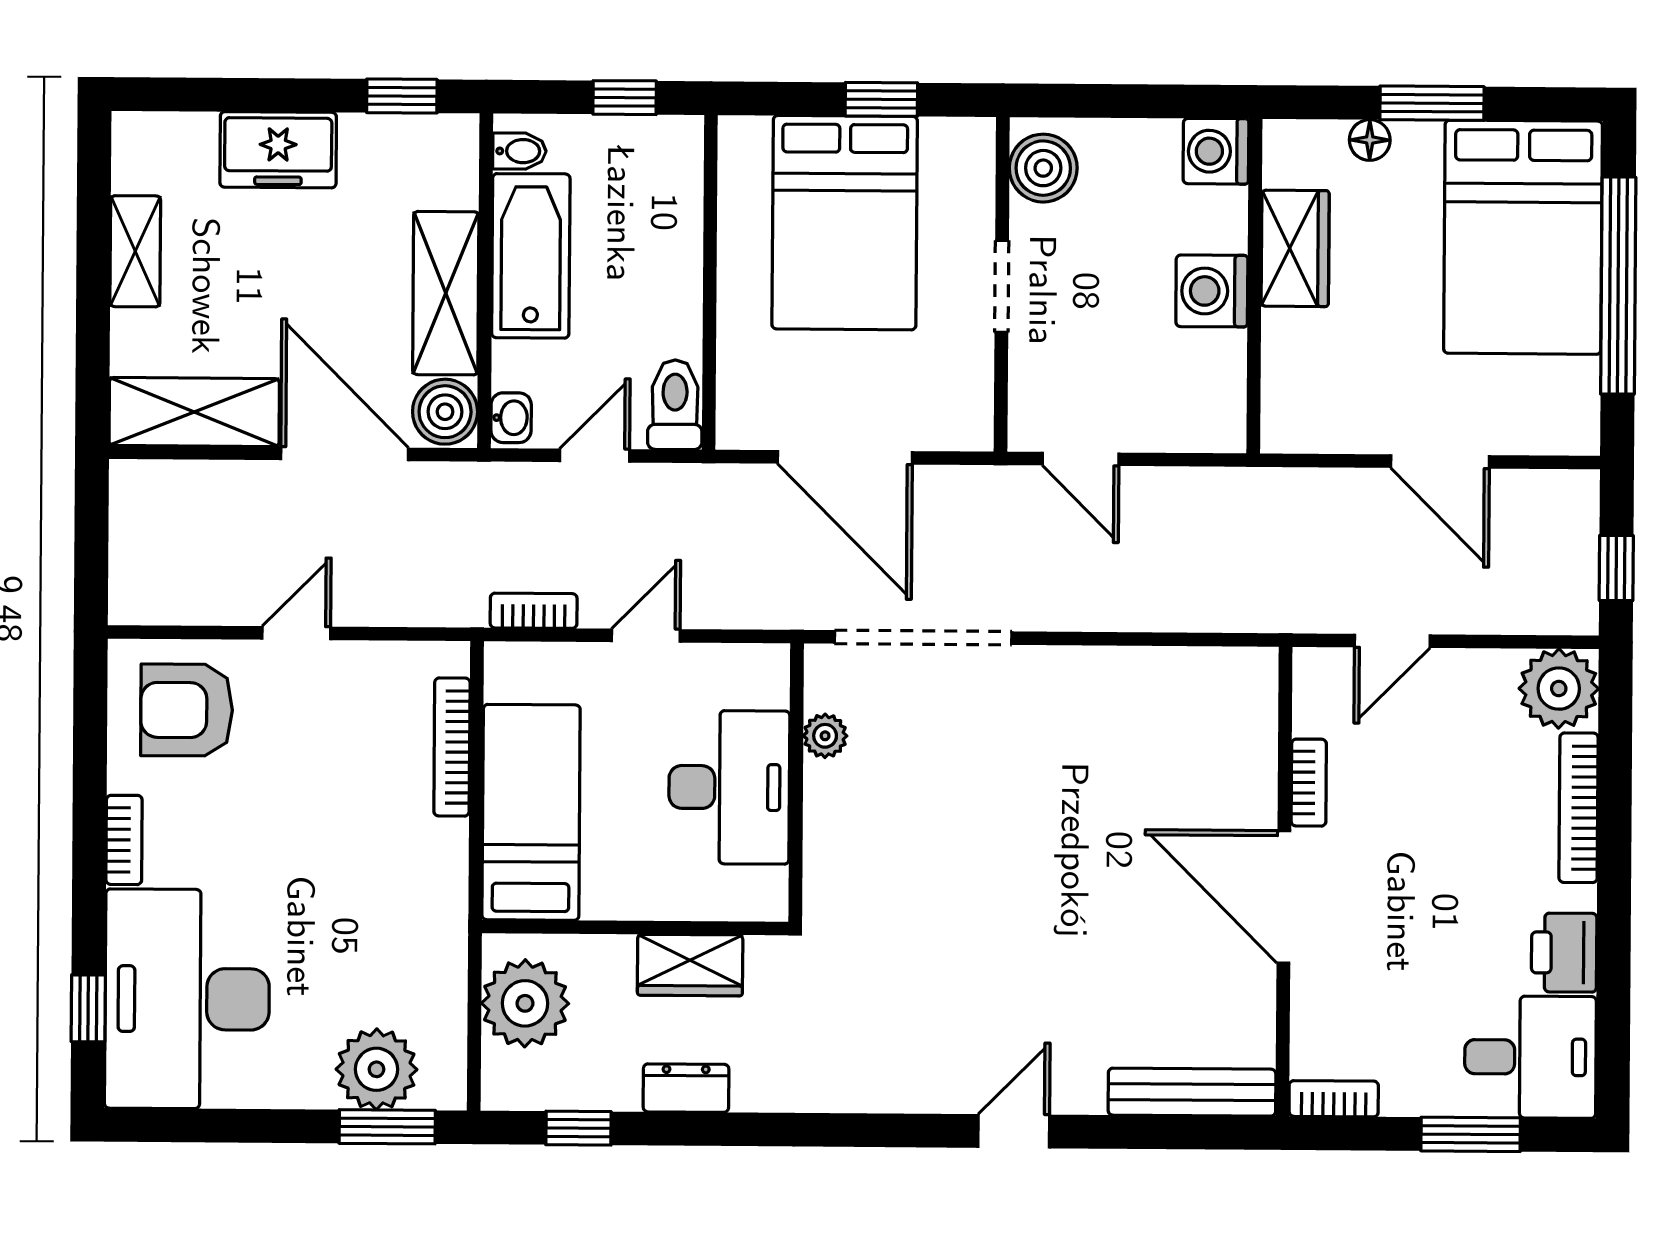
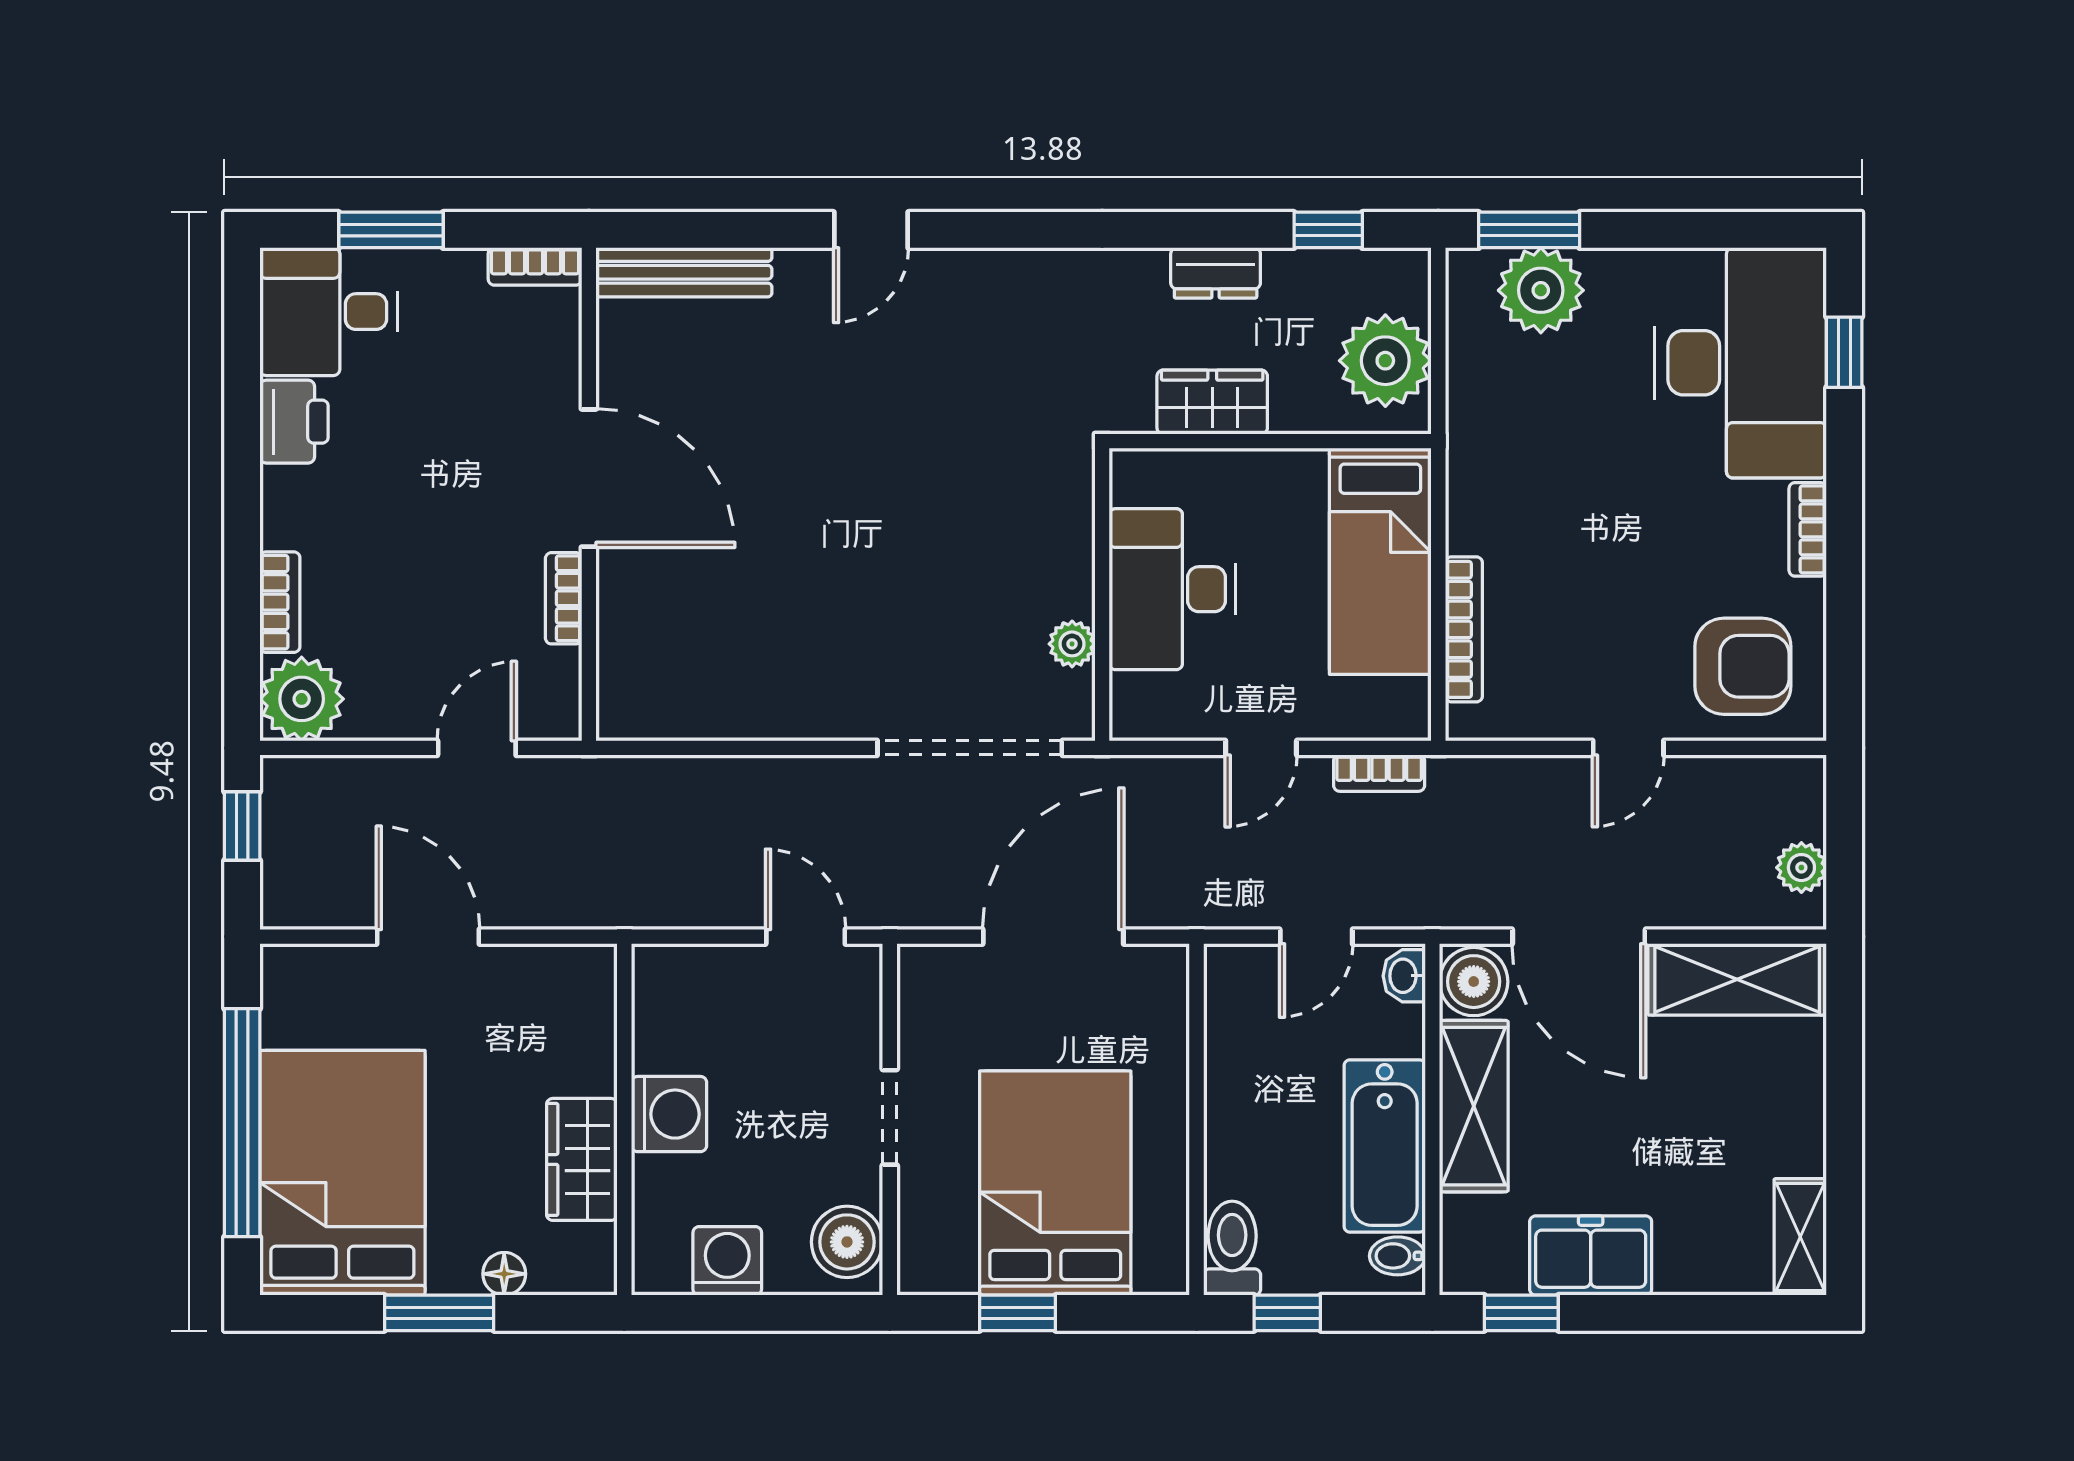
freezer: (278, 150) -> (1591, 1256), moved
washing machine: (1216, 151) -> (727, 1261), moved, turned -90
shelving: (135, 251) -> (1800, 1237), moved
toilet: (675, 405) -> (1232, 1248), moved, turned 180
door: (845, 457) -> (1053, 937), hinge flipped
plant: (132, 518) -> (1801, 868), added
bookcase: (1579, 808) -> (280, 602), width x0.64

